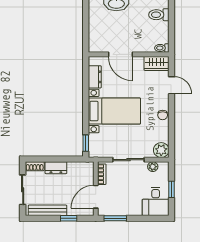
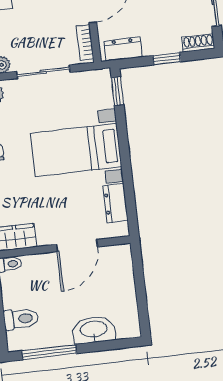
door: (120, 54) -> (77, 246), swing flipped
window: (54, 159) -> (167, 59), added
dresser: (56, 168) -> (123, 49), moved

